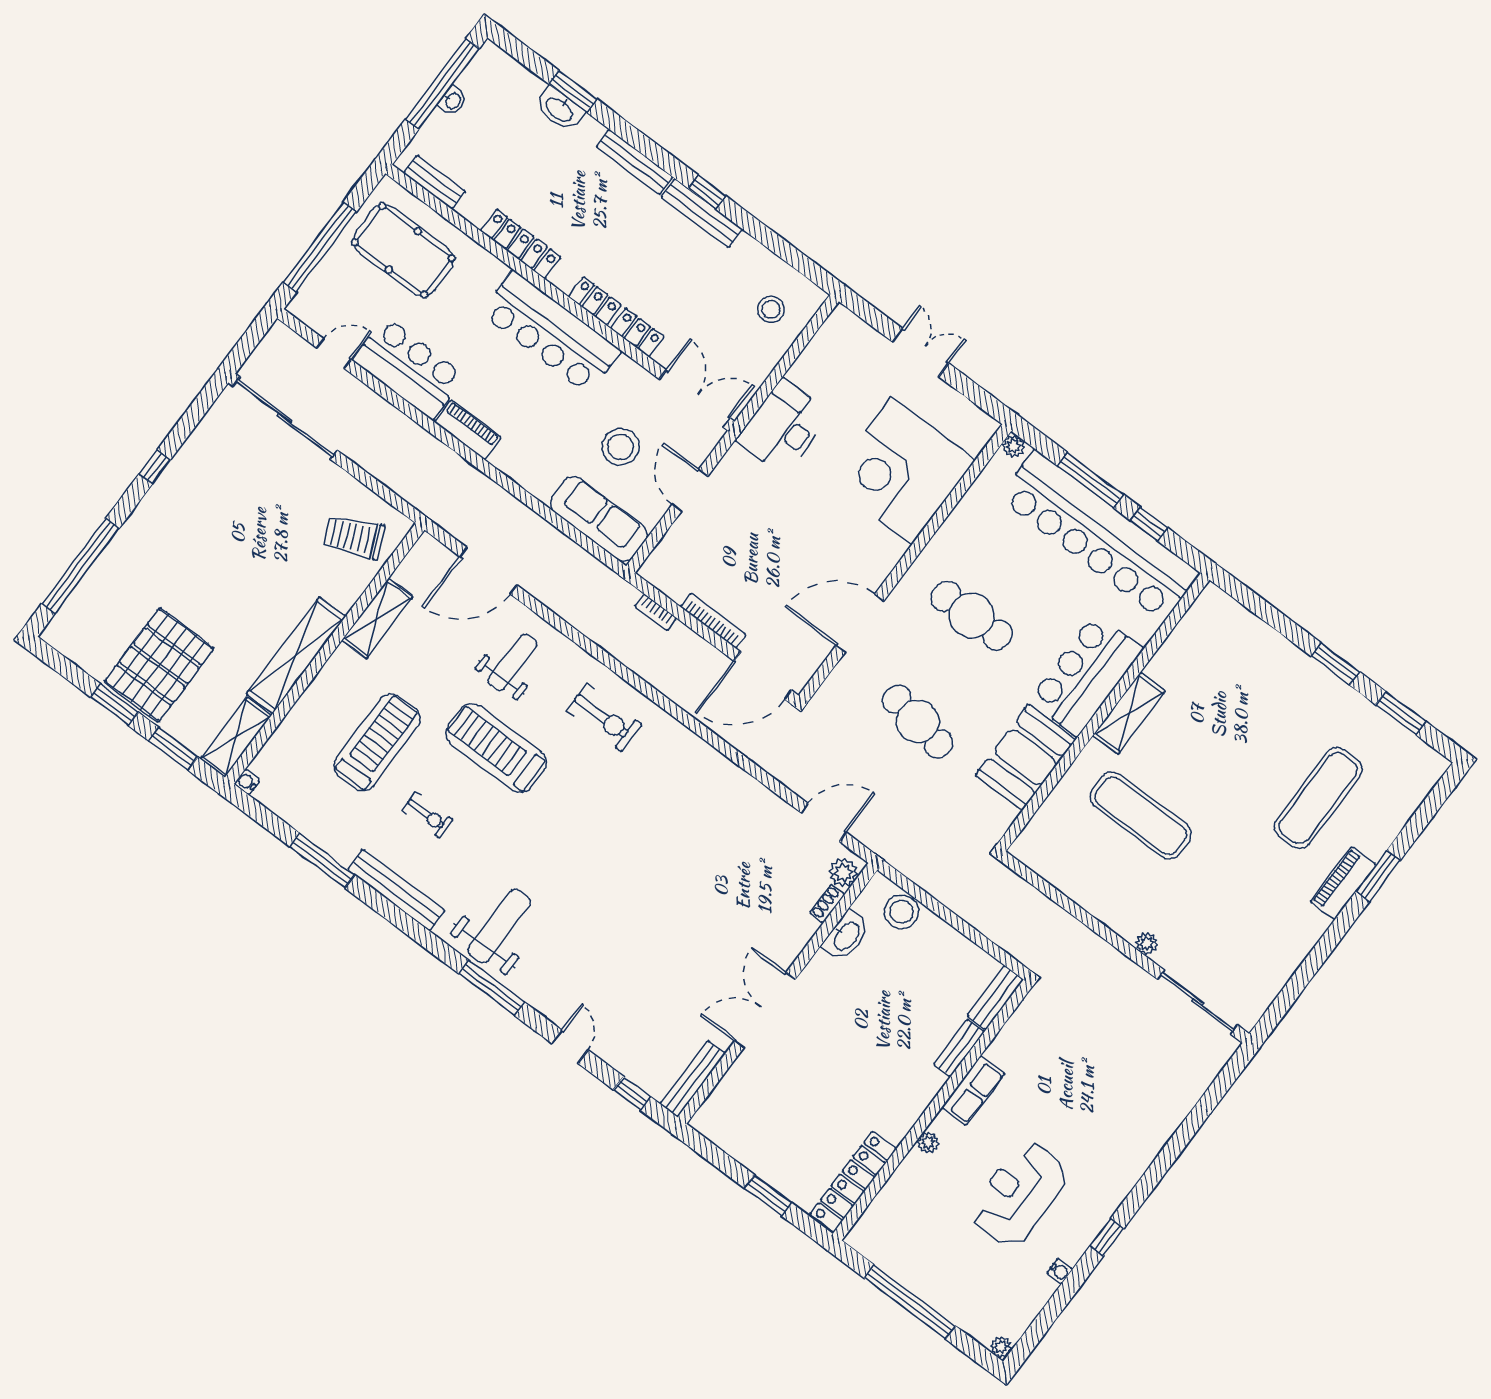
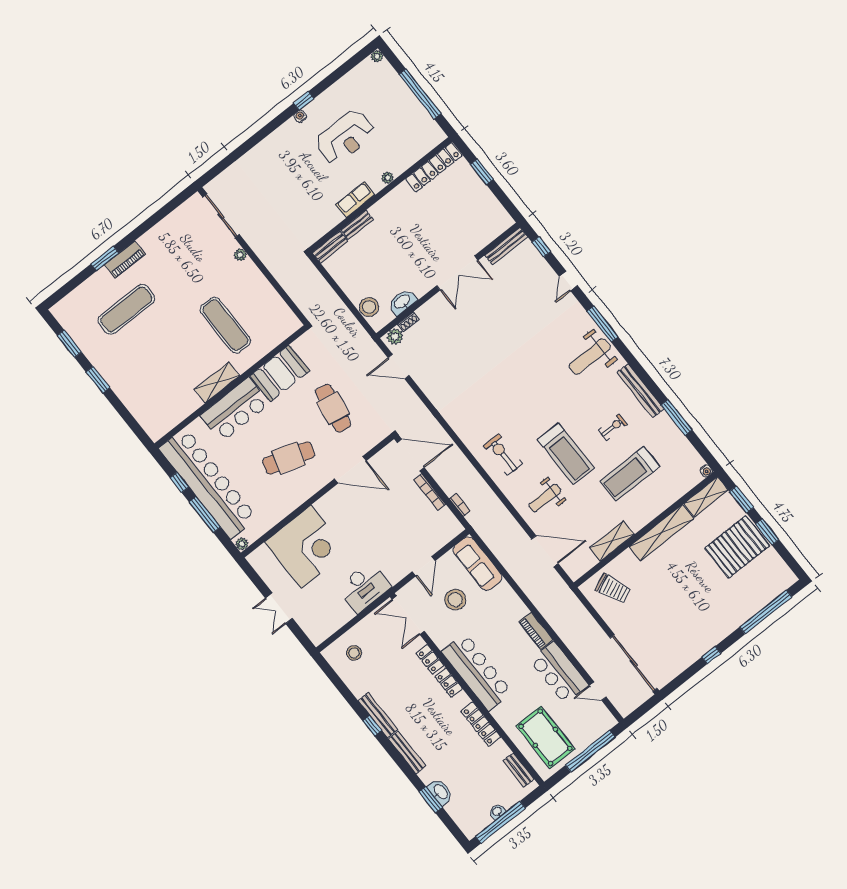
cafe table: (972, 616) -> (289, 458), turned -73
exercise bike: (427, 815) -> (613, 427), turned 90
water cooler: (1059, 1271) -> (300, 116), moved

